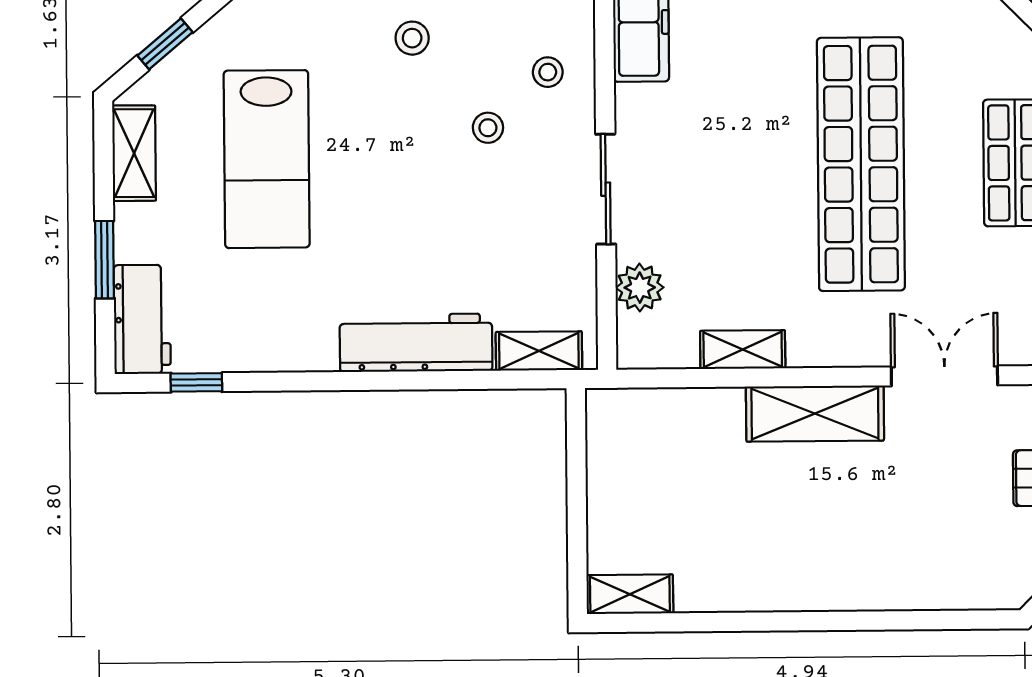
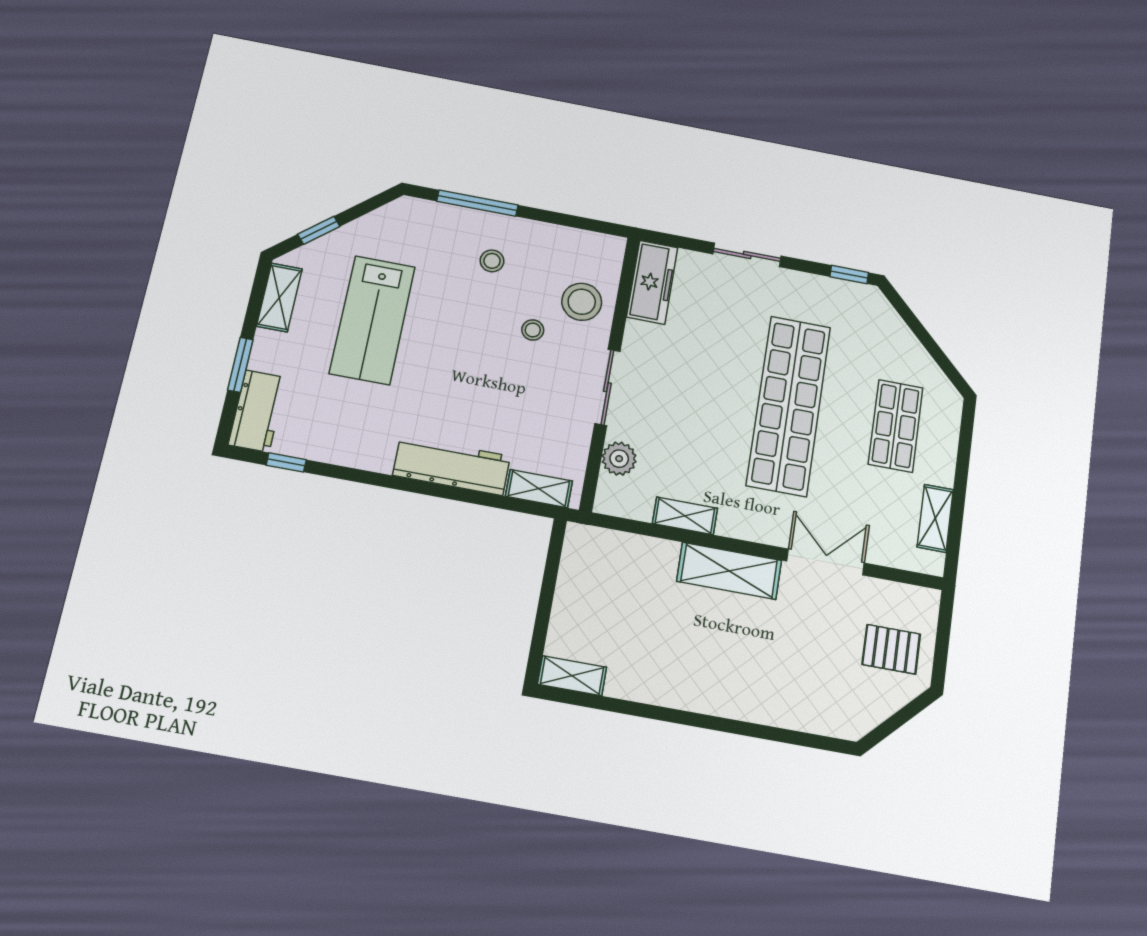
stool: (548, 72) -> (582, 302), width x1.89, depth x1.89

